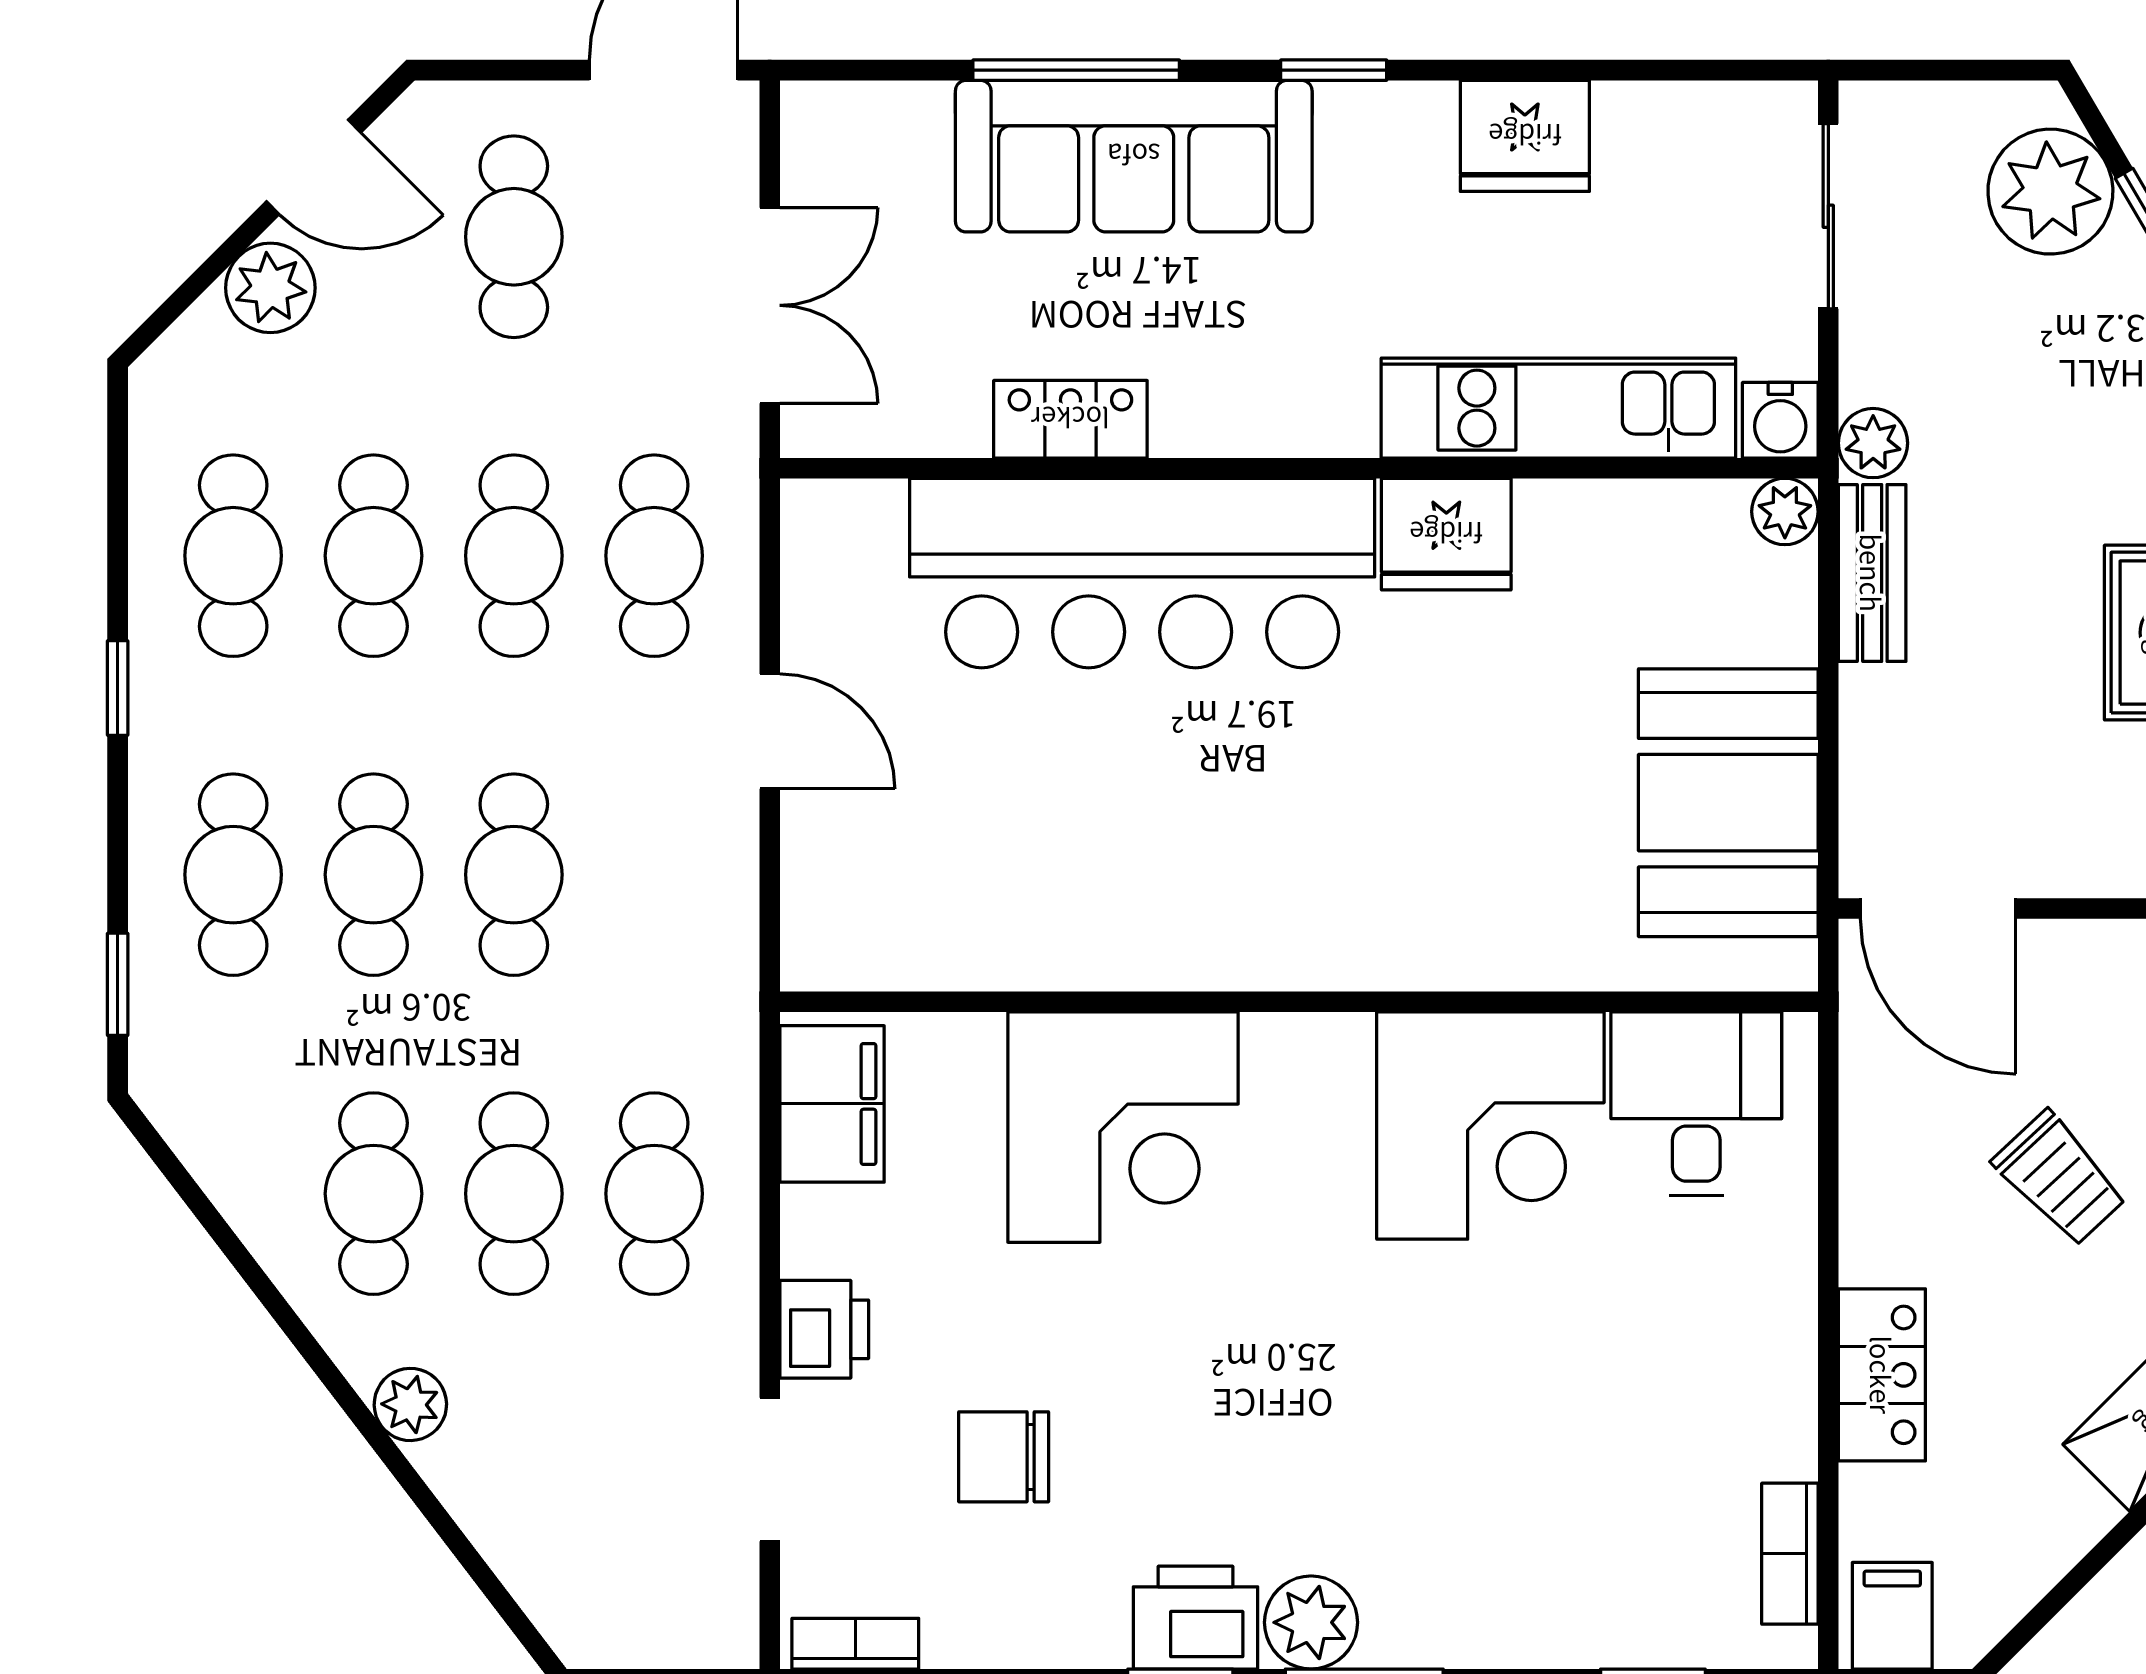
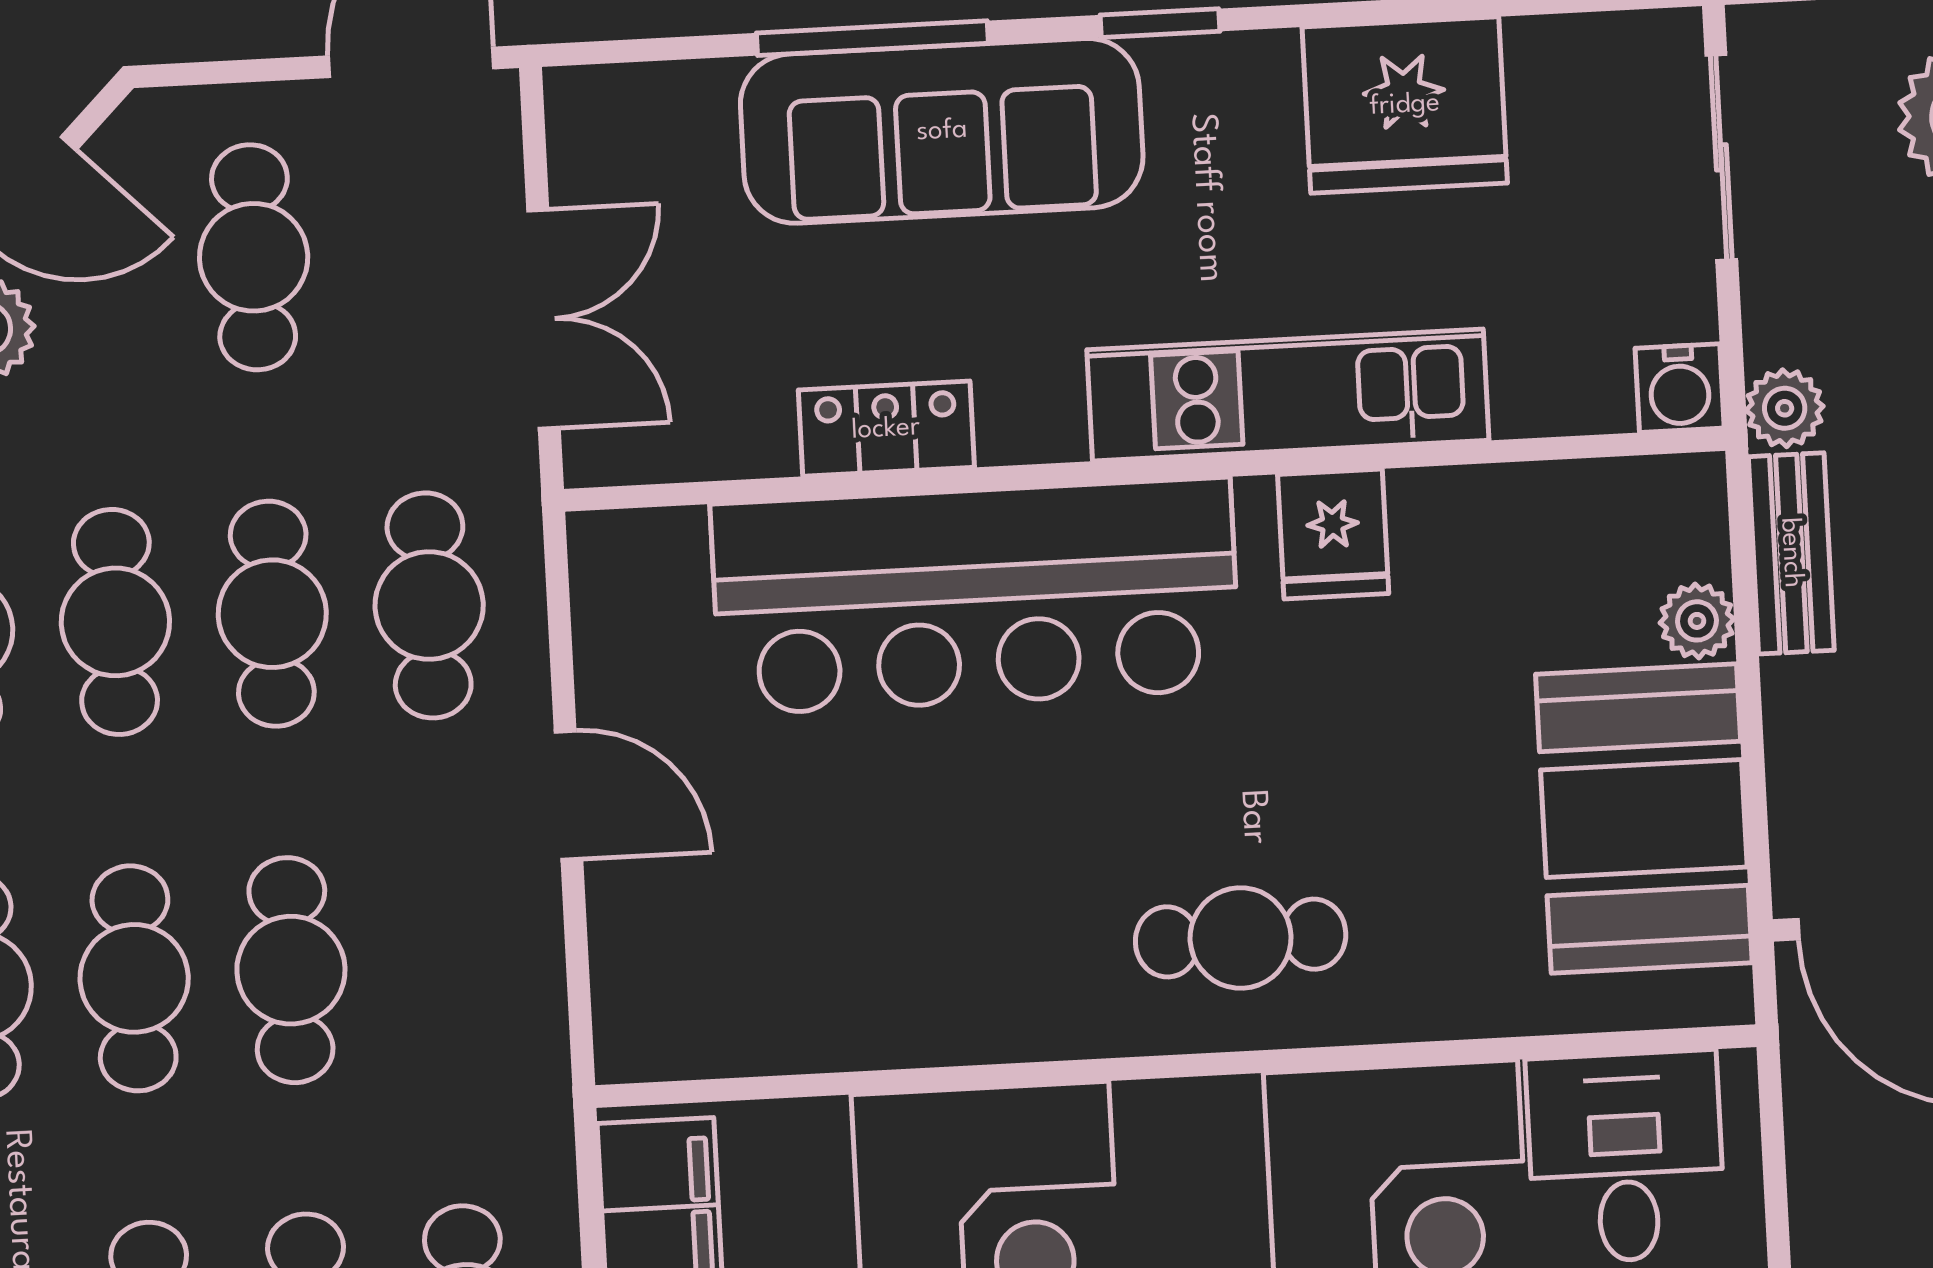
fridge: (1525, 136) -> (1405, 105), width x1.36, depth x1.34
kitchen unit: (1558, 408) -> (1288, 395), moved
plant: (1785, 512) -> (1697, 621), moved
fridge: (1446, 534) -> (1333, 534), width x0.72
cafe table: (1363, 890) -> (1241, 938), added

